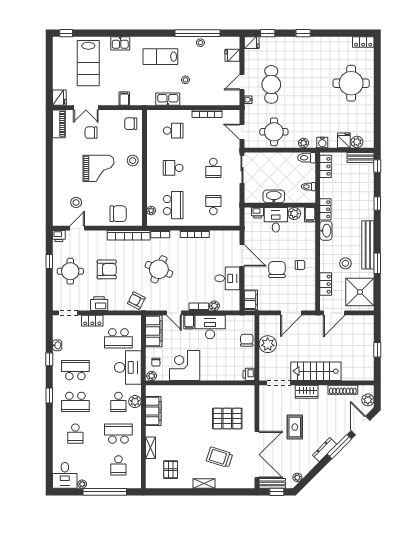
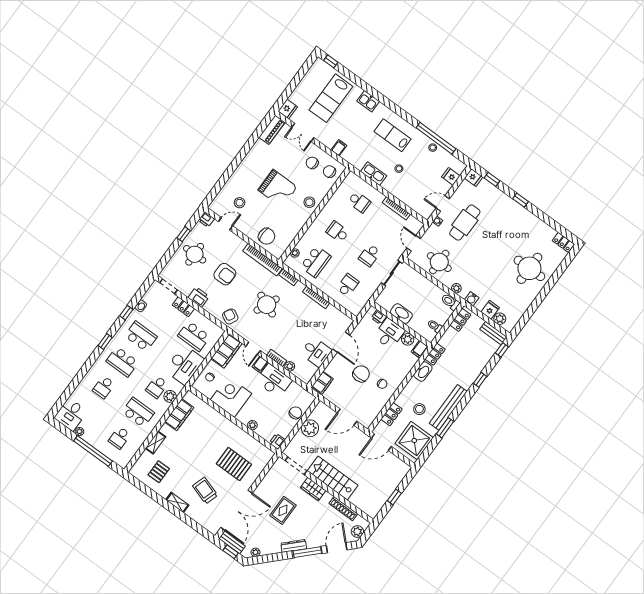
chair: (91, 133) -> (312, 163), moved
plant: (152, 376) -> (252, 425), moved

